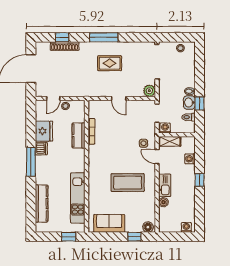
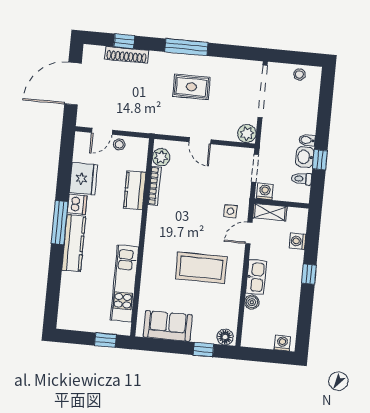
plant: (94, 112) -> (161, 157), added
door: (157, 157) -> (249, 233), hinge flipped
kitchen counter: (42, 204) -> (74, 243), moved

